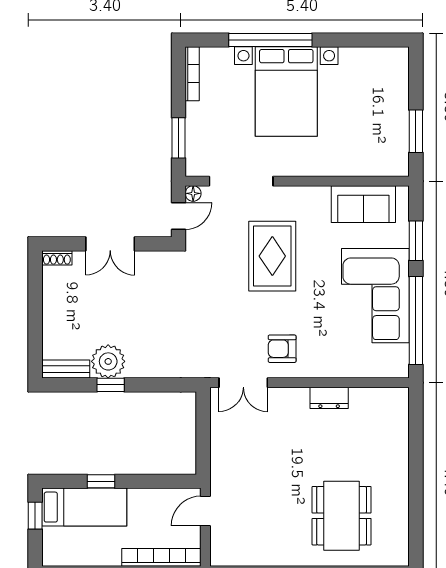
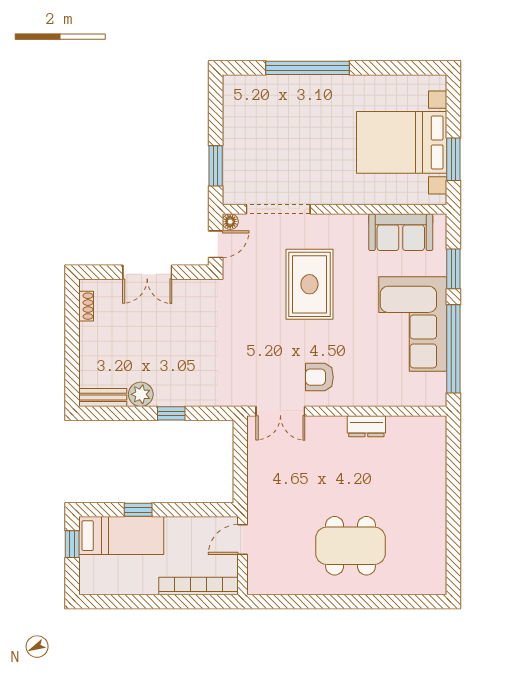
bookcase: (192, 74) -> (229, 102), removed
bed with nightstands: (286, 92) -> (402, 142), moved, turned 90
shoe rack: (57, 258) -> (86, 306), moved, turned -90
plant: (108, 361) -> (141, 394), width x0.73, depth x0.73
window: (111, 385) -> (171, 413), moved
dining table: (342, 516) -> (350, 546), moved, turned 90

